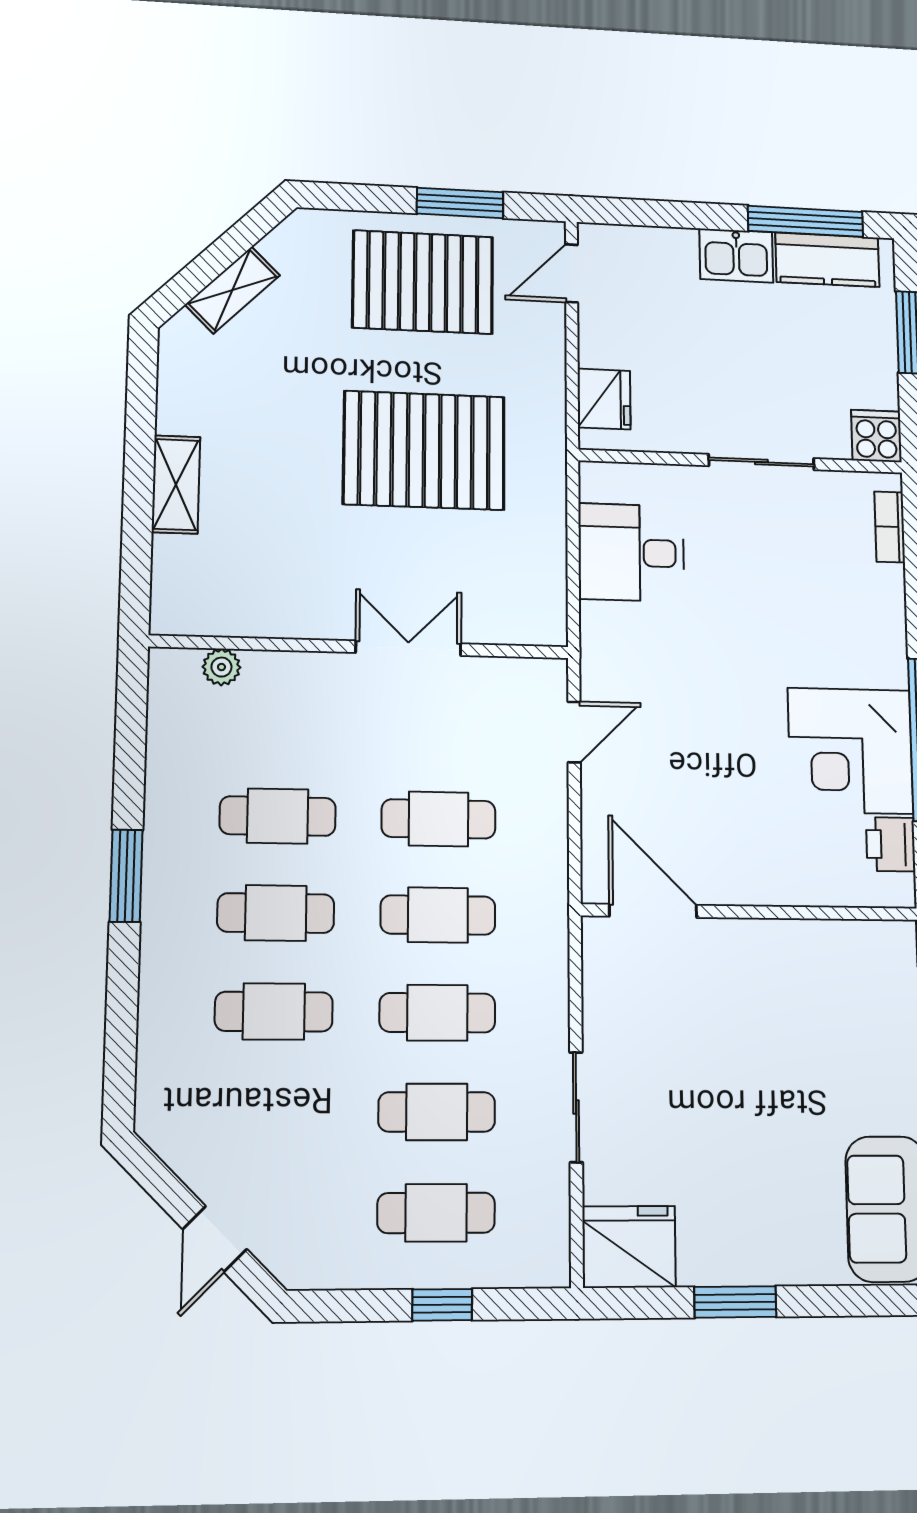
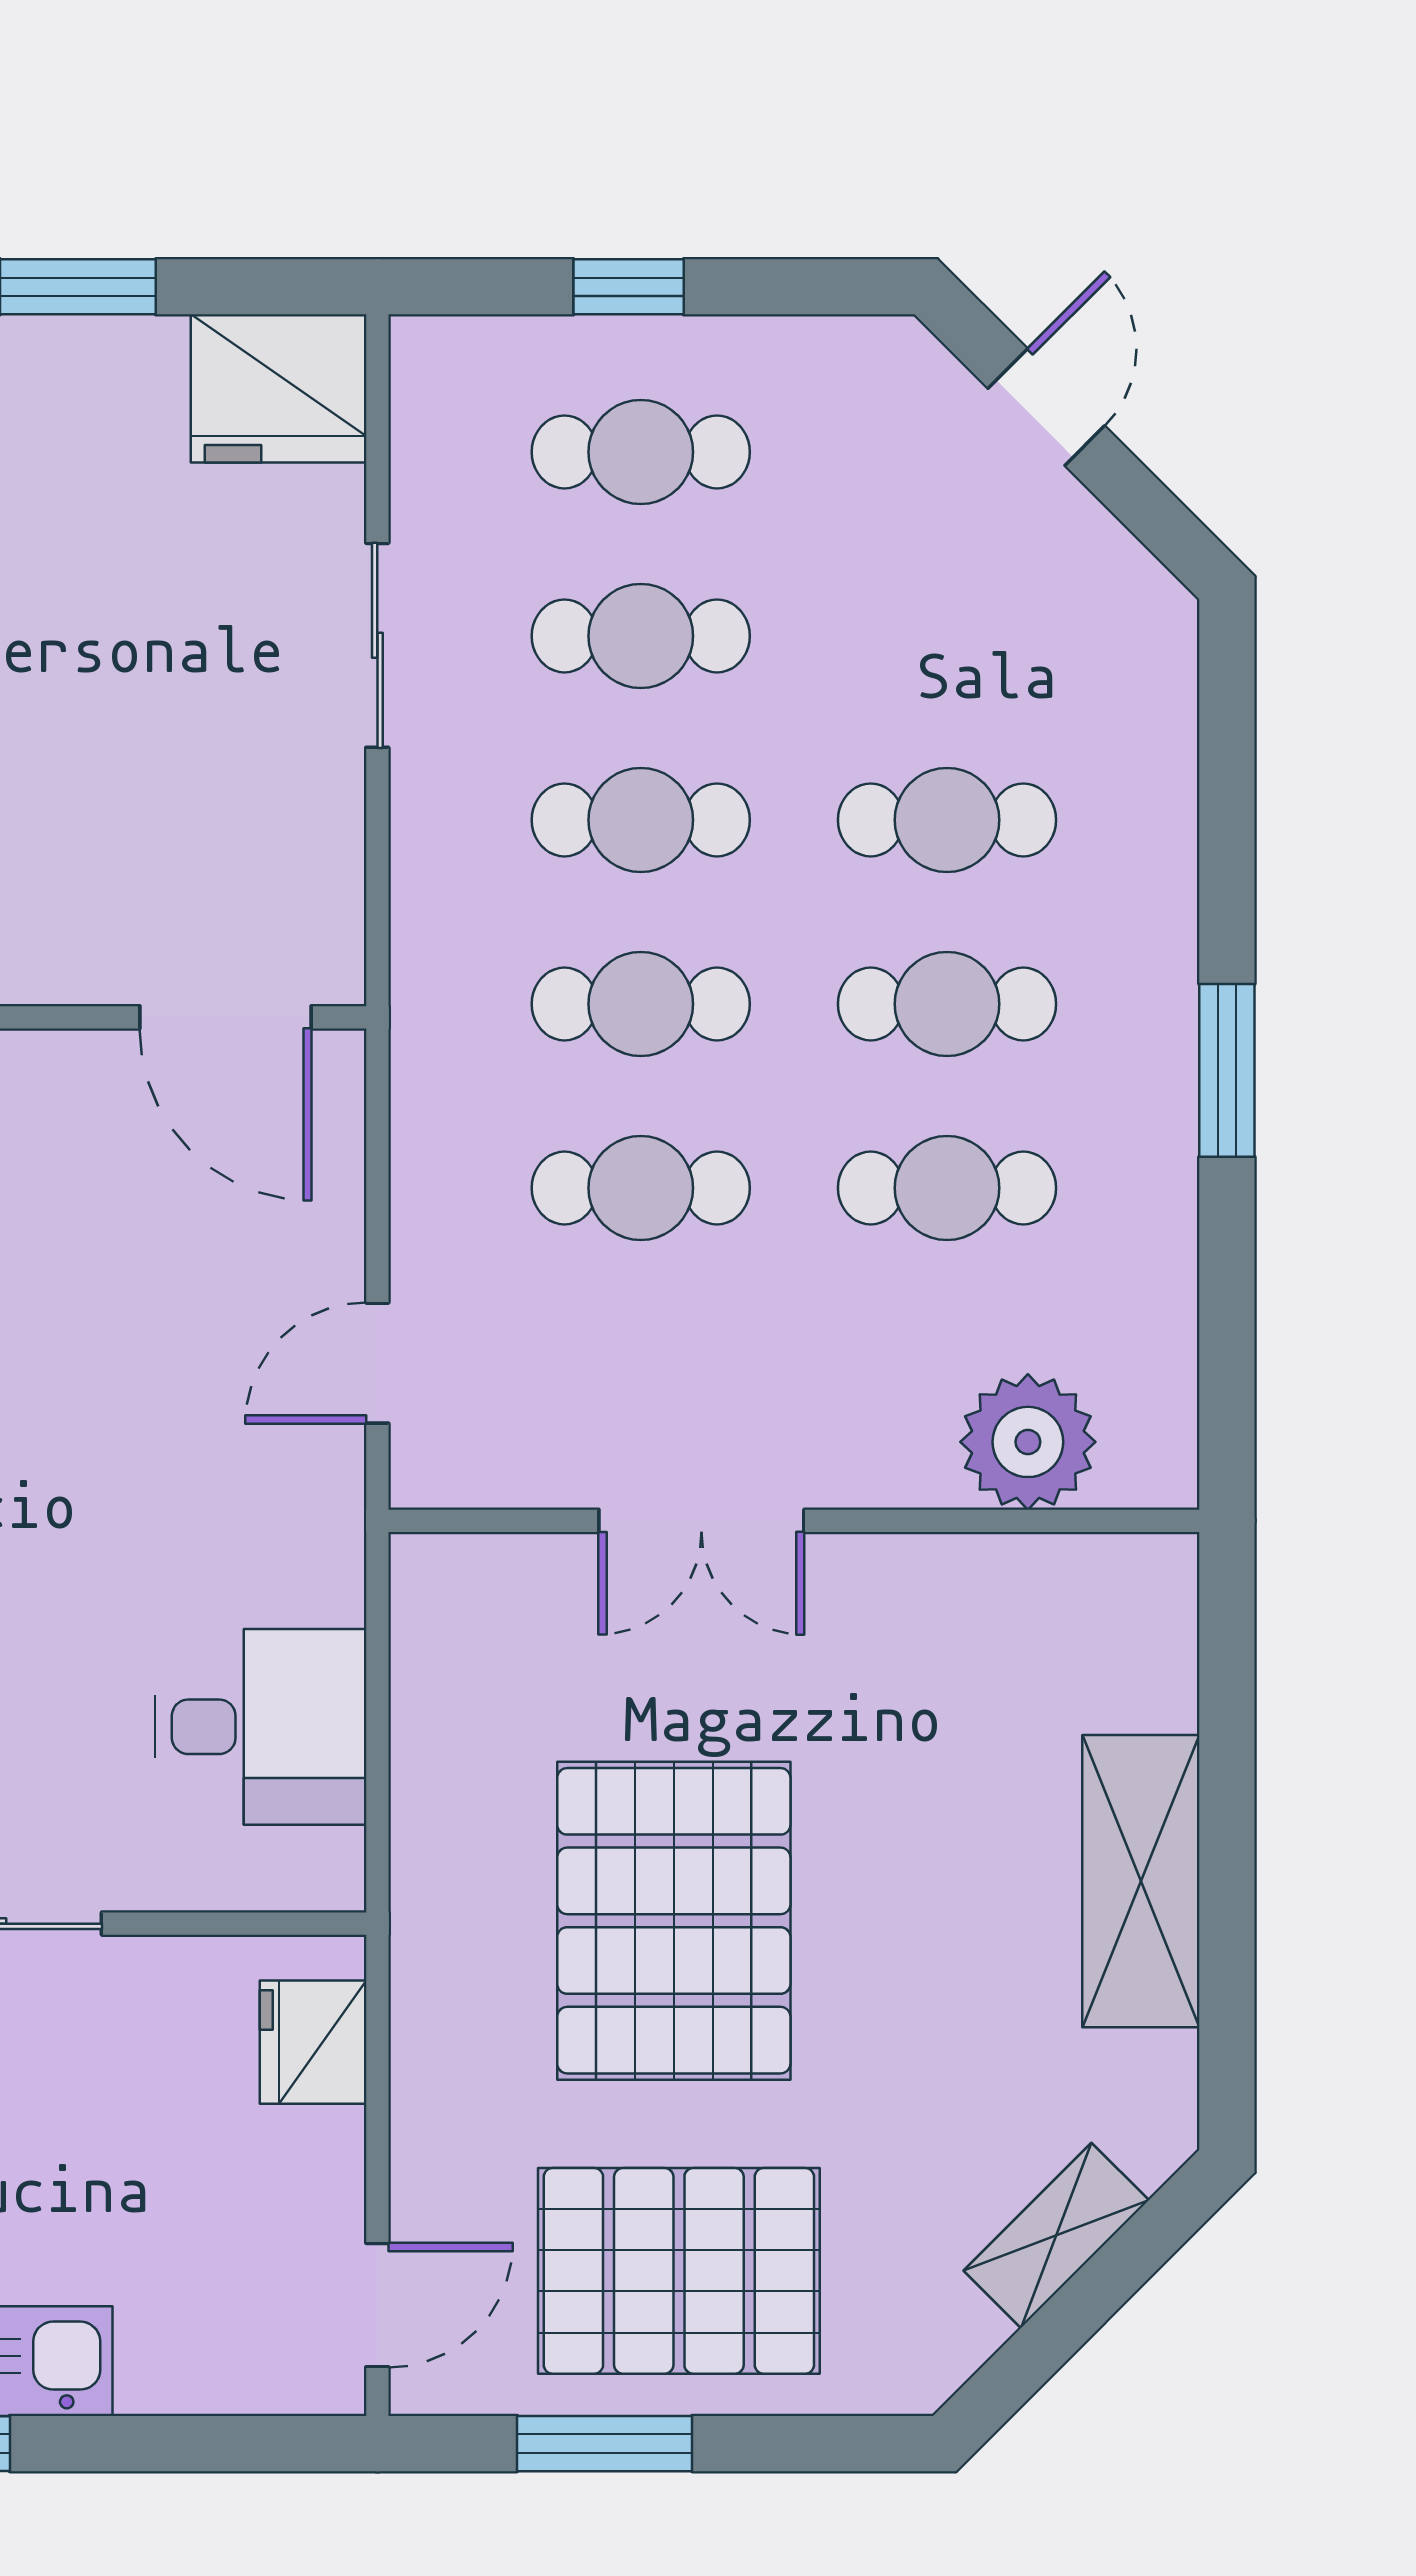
pallet: (424, 450) -> (674, 1921), turned 90
shelving: (176, 485) -> (1141, 1881), width x1.50, depth x1.33
plant: (221, 667) -> (1028, 1442), width x1.88, depth x1.88

